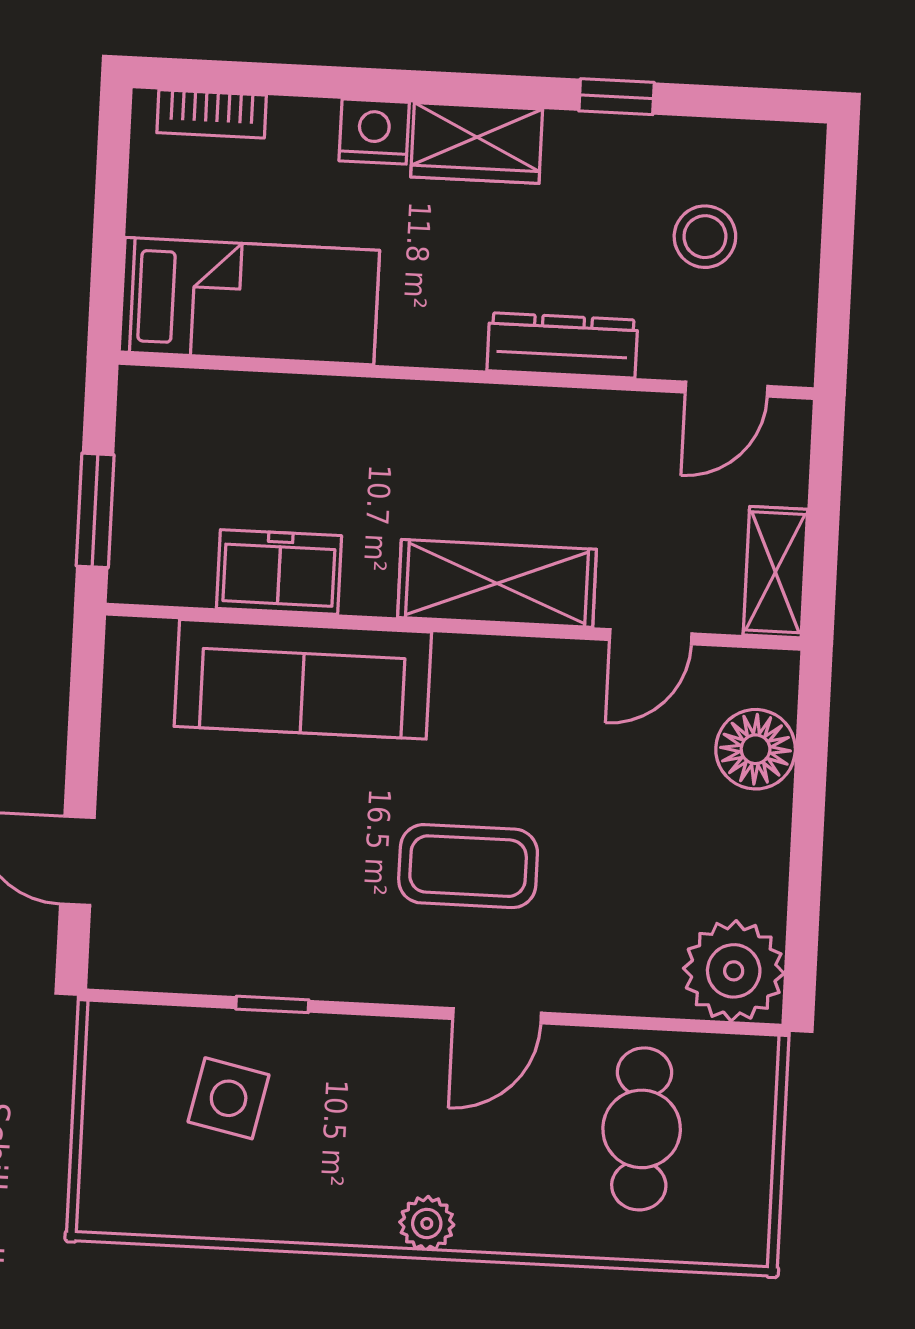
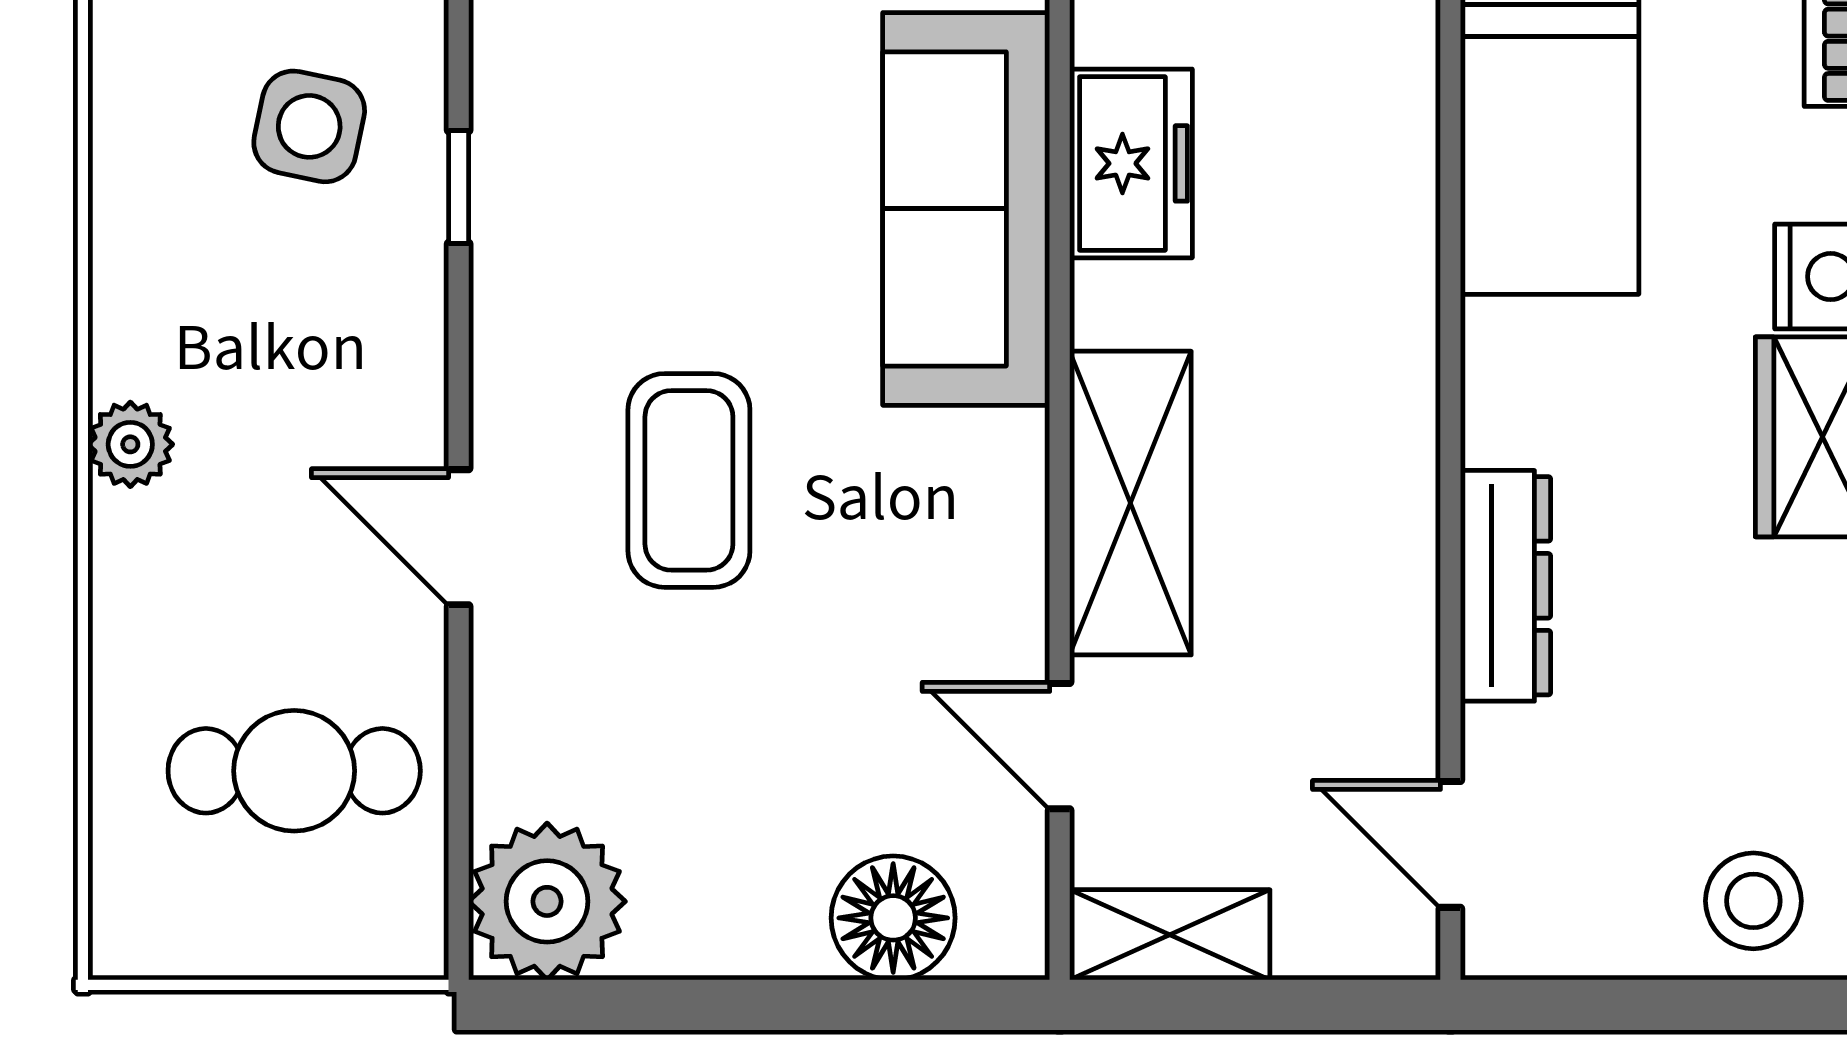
stool: (705, 237) -> (1753, 901), moved

